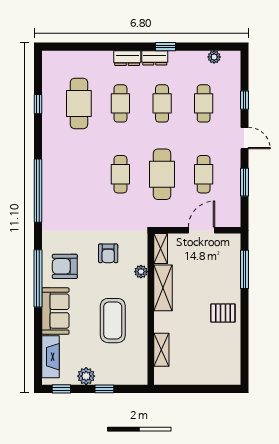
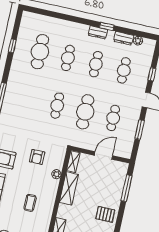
dresser: (127, 58) -> (124, 38), moved
coffee table: (113, 321) -> (30, 203), width x0.54, depth x0.58

